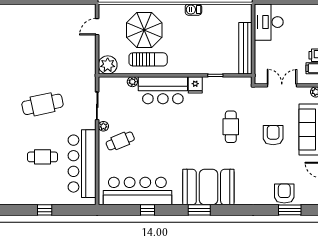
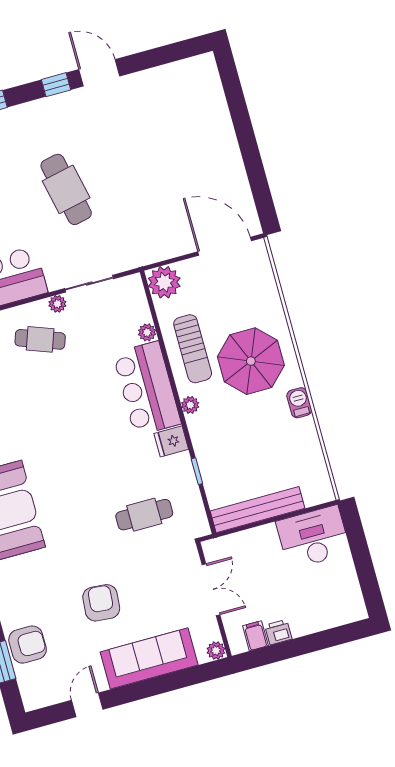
door: (97, 27) -> (225, 246), width x1.87
parasol: (144, 30) -> (251, 361), moved
plant: (178, 69) -> (190, 405), added
cafe table: (231, 127) -> (144, 515), moved
armchair: (273, 135) -> (101, 603), moved, turned -85
cafe table: (120, 141) -> (40, 339), turned -47

